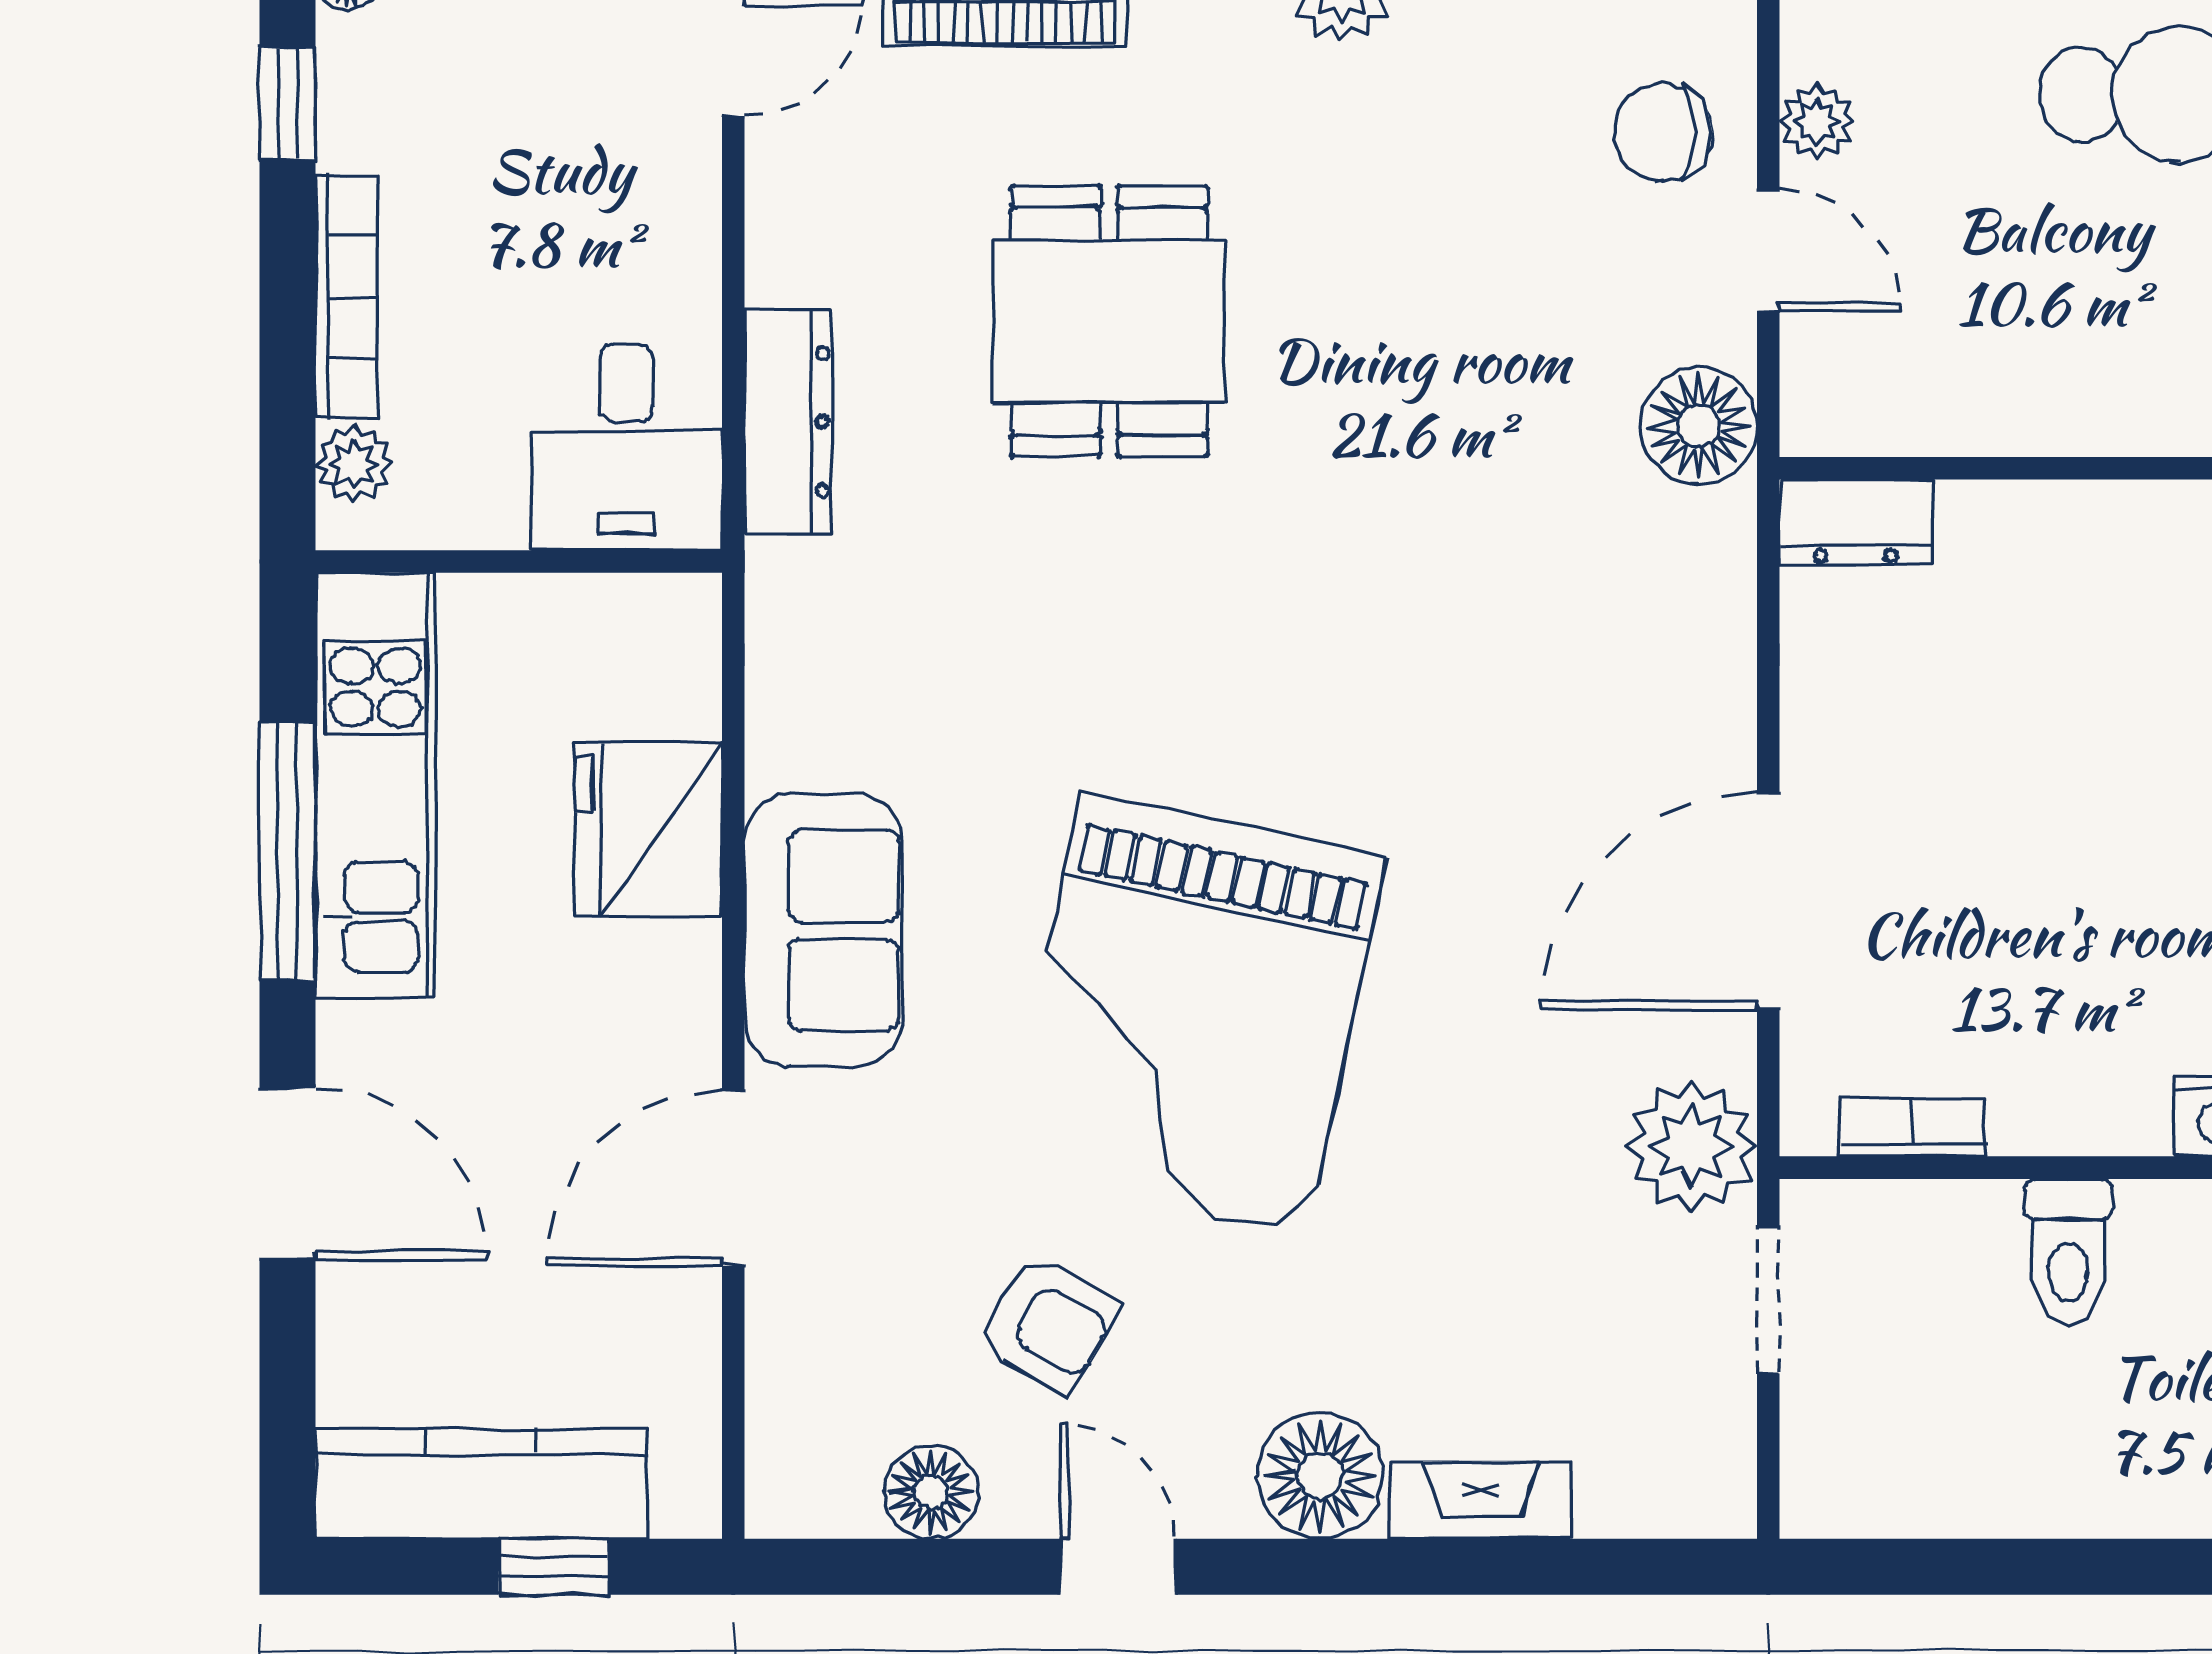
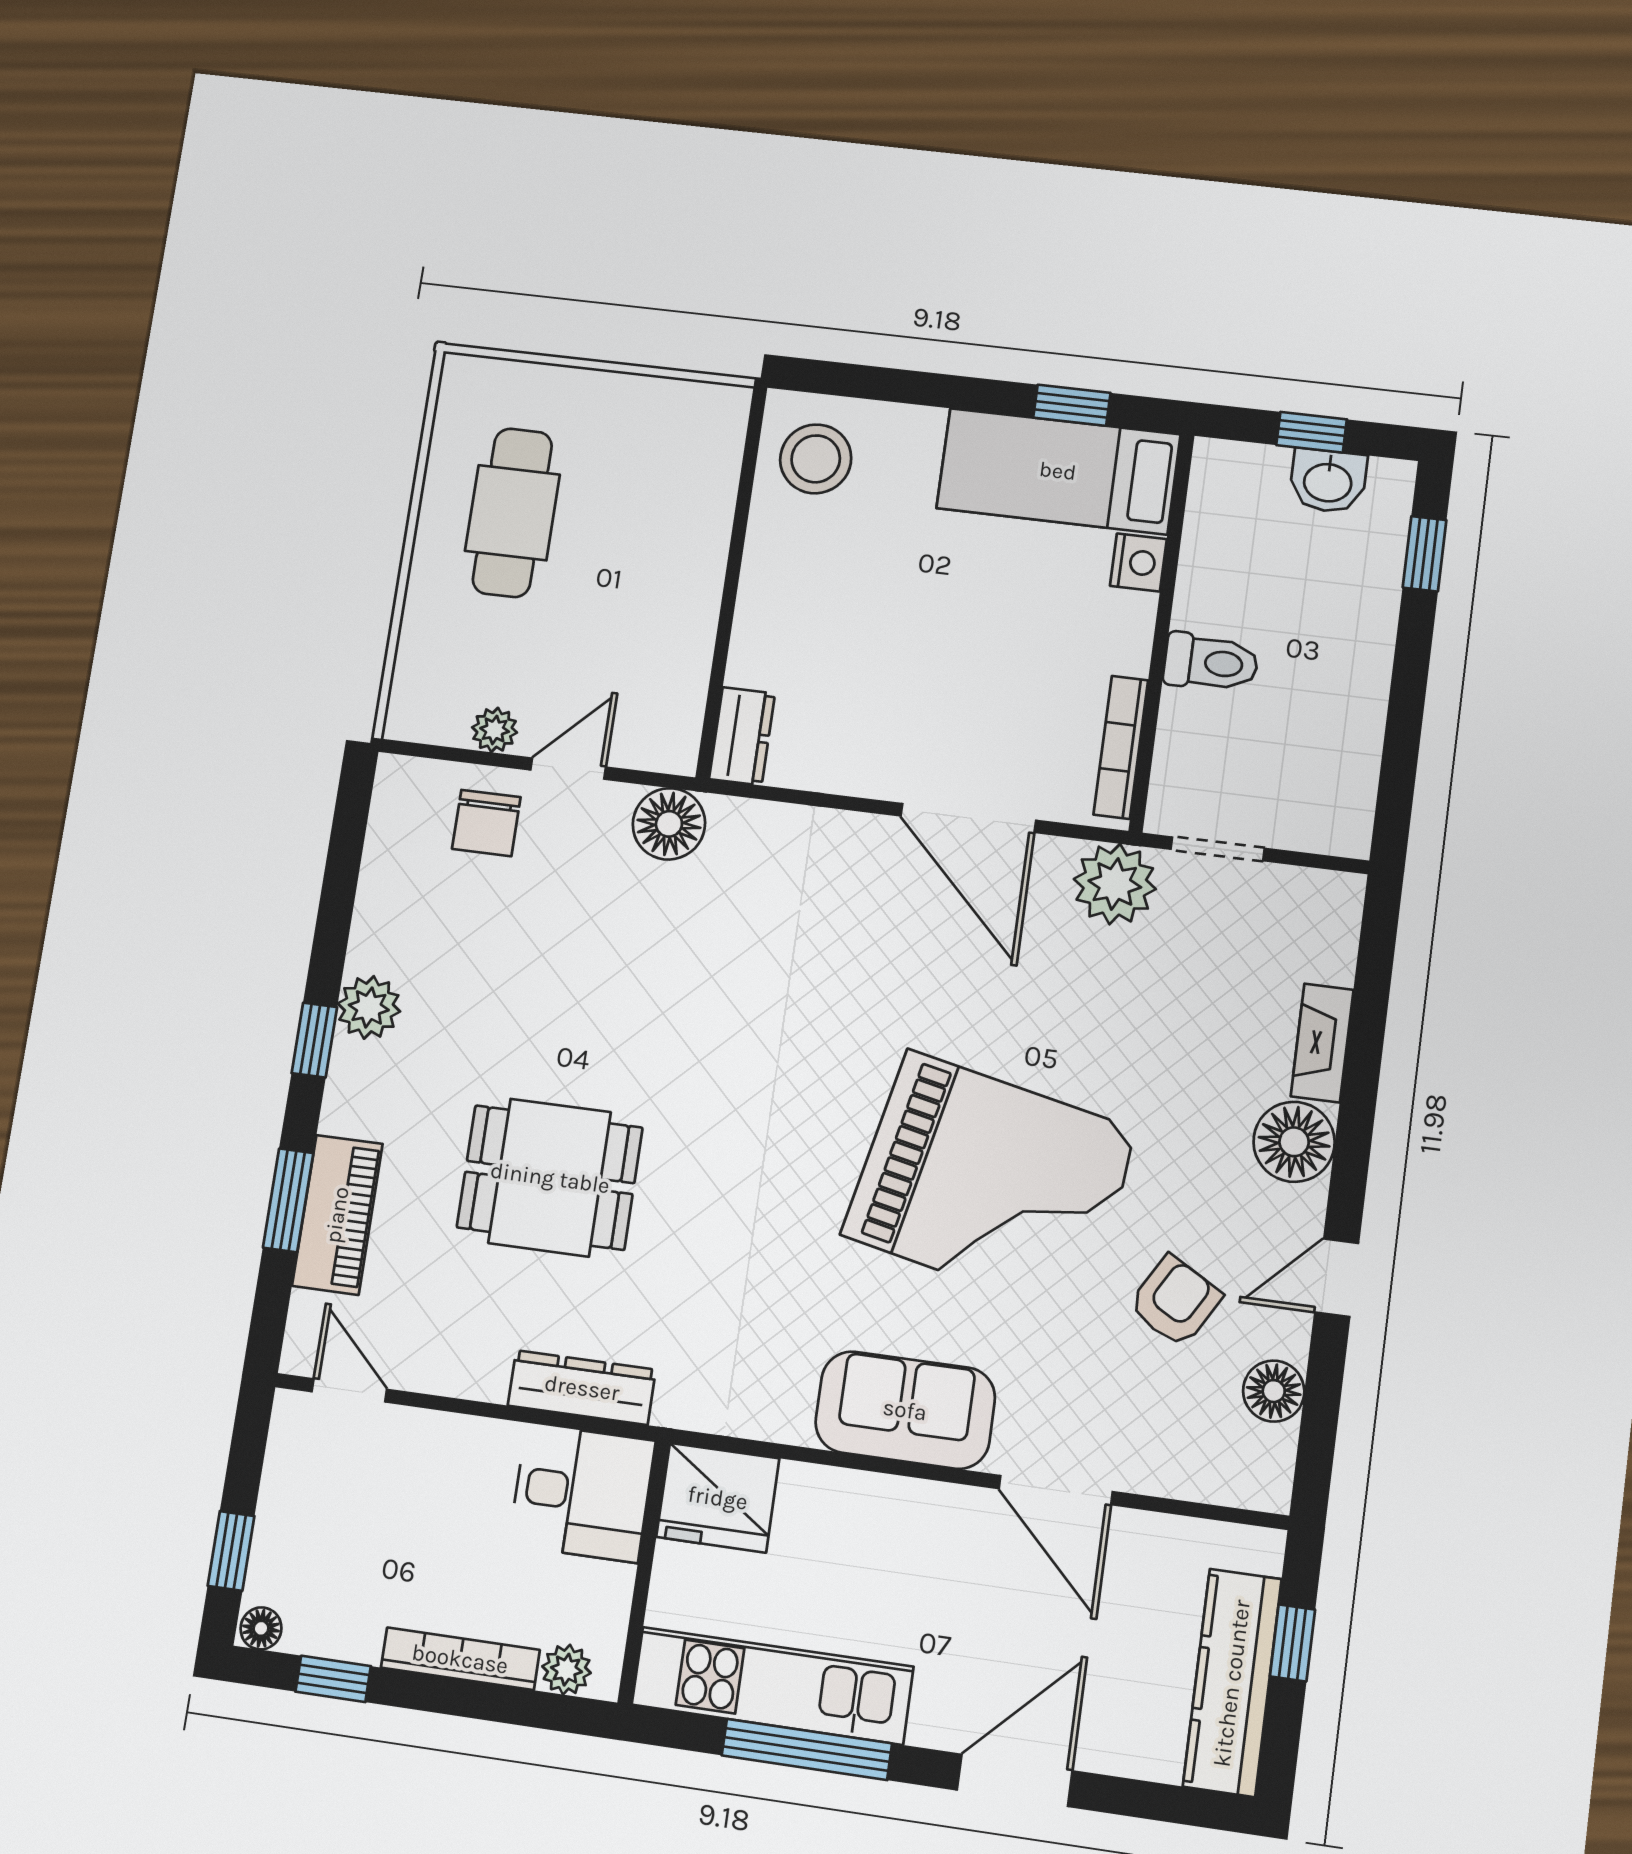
fridge: (649, 830) -> (718, 1498), moved
bookcase: (1913, 1127) -> (1121, 747), width x1.56

